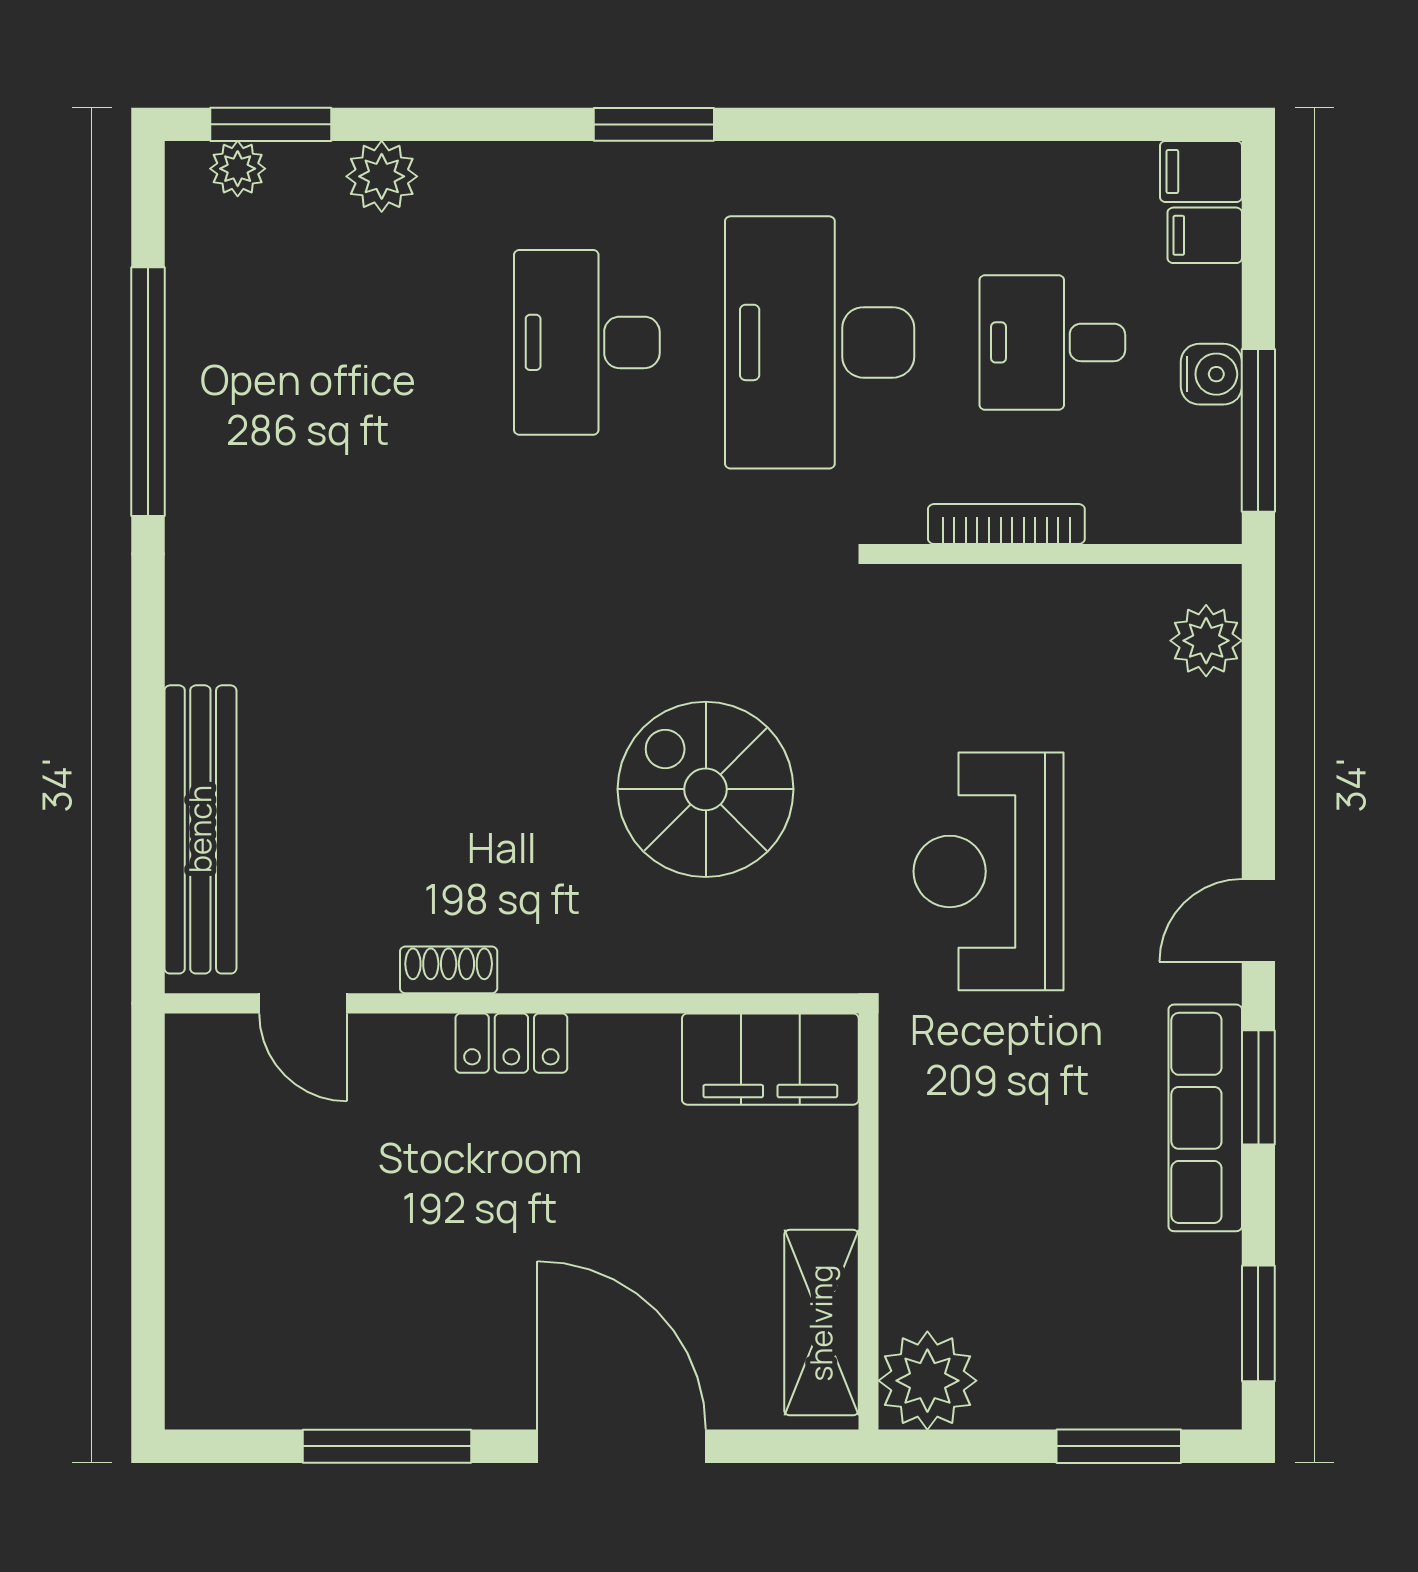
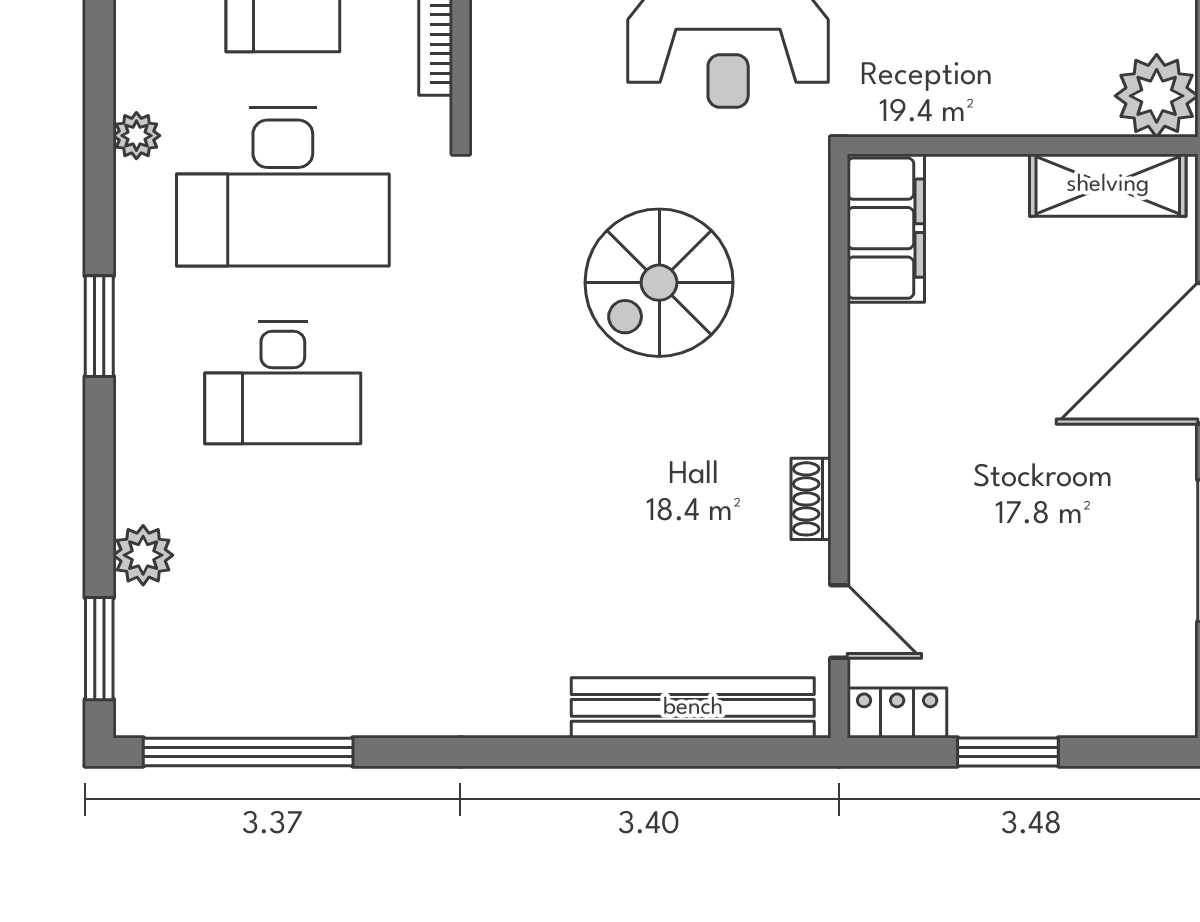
plant: (238, 169) -> (136, 136), moved
window: (148, 392) -> (248, 752), moved
door: (303, 1003) -> (839, 621), hinge flipped
locker: (511, 1043) -> (897, 713), moved, turned -90
window: (148, 1204) -> (1008, 752), added

